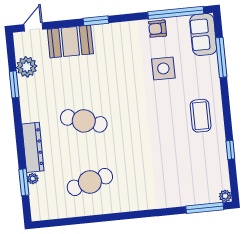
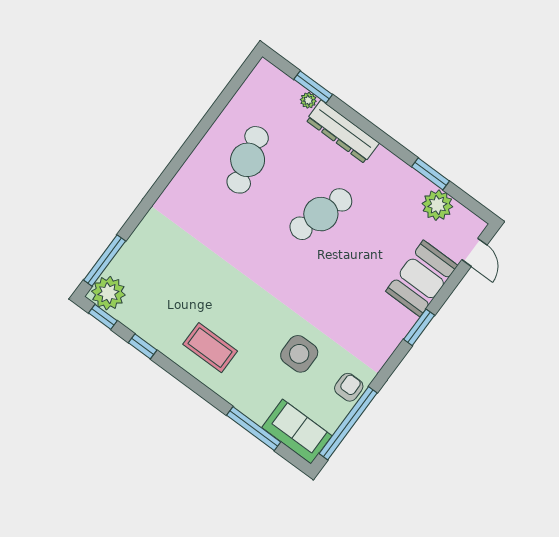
window: (234, 183) -> (103, 317), added
plant: (225, 196) -> (108, 293), width x1.88, depth x1.88

